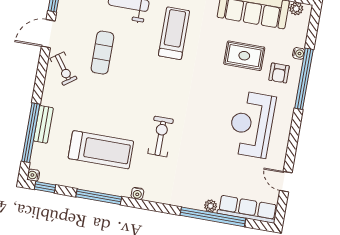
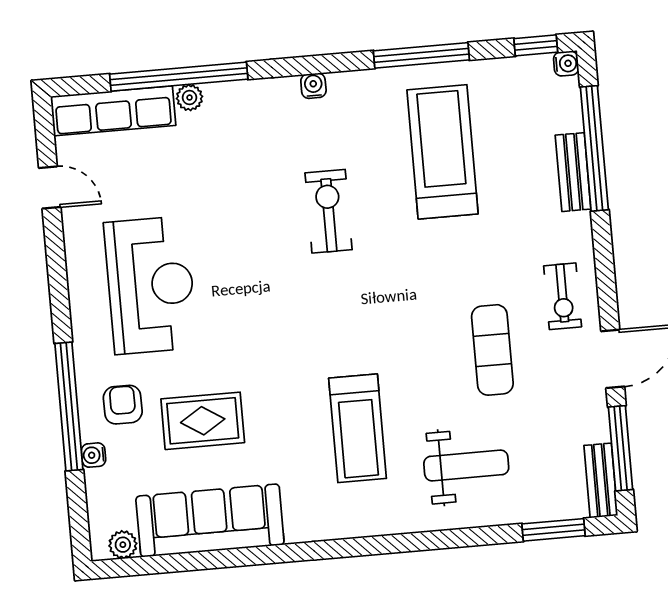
exercise bike: (64, 69) -> (563, 296), turned -144
exercise bike: (161, 136) -> (329, 211), turned 180
treadmill: (101, 150) -> (443, 152), turned 90
water cooler: (137, 193) -> (313, 86), moved

